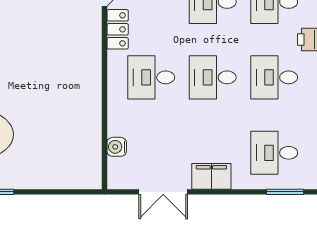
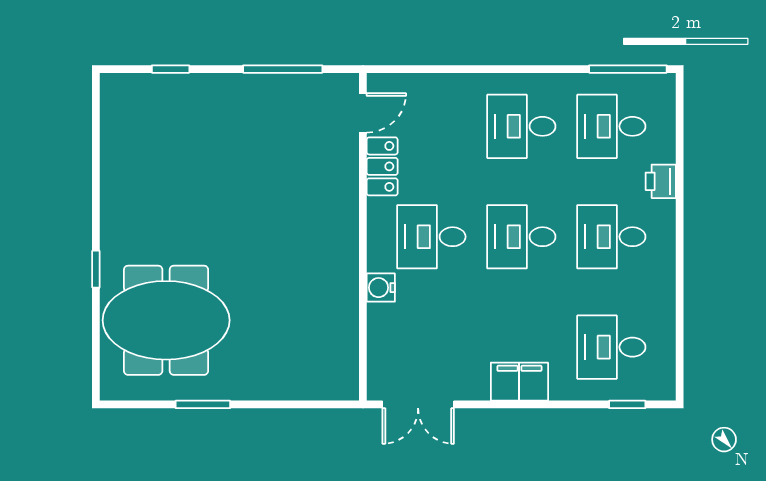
water cooler: (117, 147) -> (381, 288), moved
double door: (163, 192) -> (418, 404), moved
window: (285, 192) -> (627, 404), width x0.67

